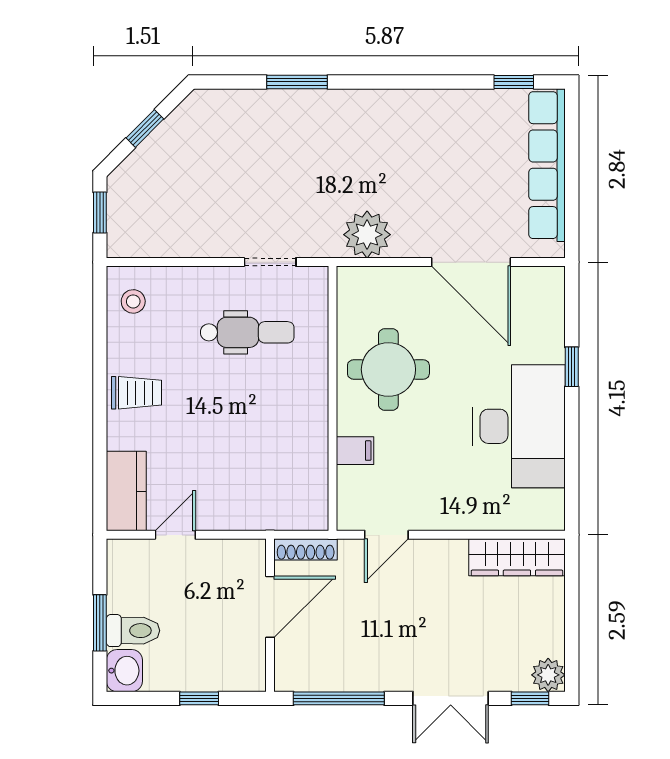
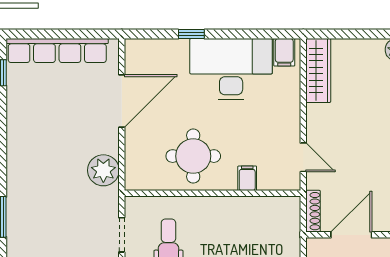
filing cabinet: (544, 506) -> (284, 52), added
door: (270, 607) -> (351, 235), hinge flipped

